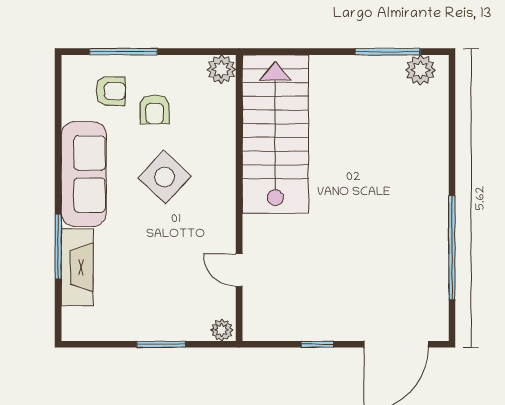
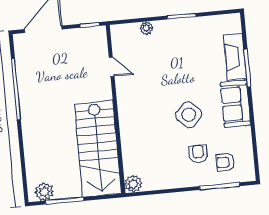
plant: (221, 69) -> (133, 184), moved
stairs: (275, 134) -> (98, 149), moved
sofa: (84, 174) -> (236, 104), width x0.73
wall: (239, 198) -> (116, 109), moved
door: (239, 270) -> (112, 67), moved

